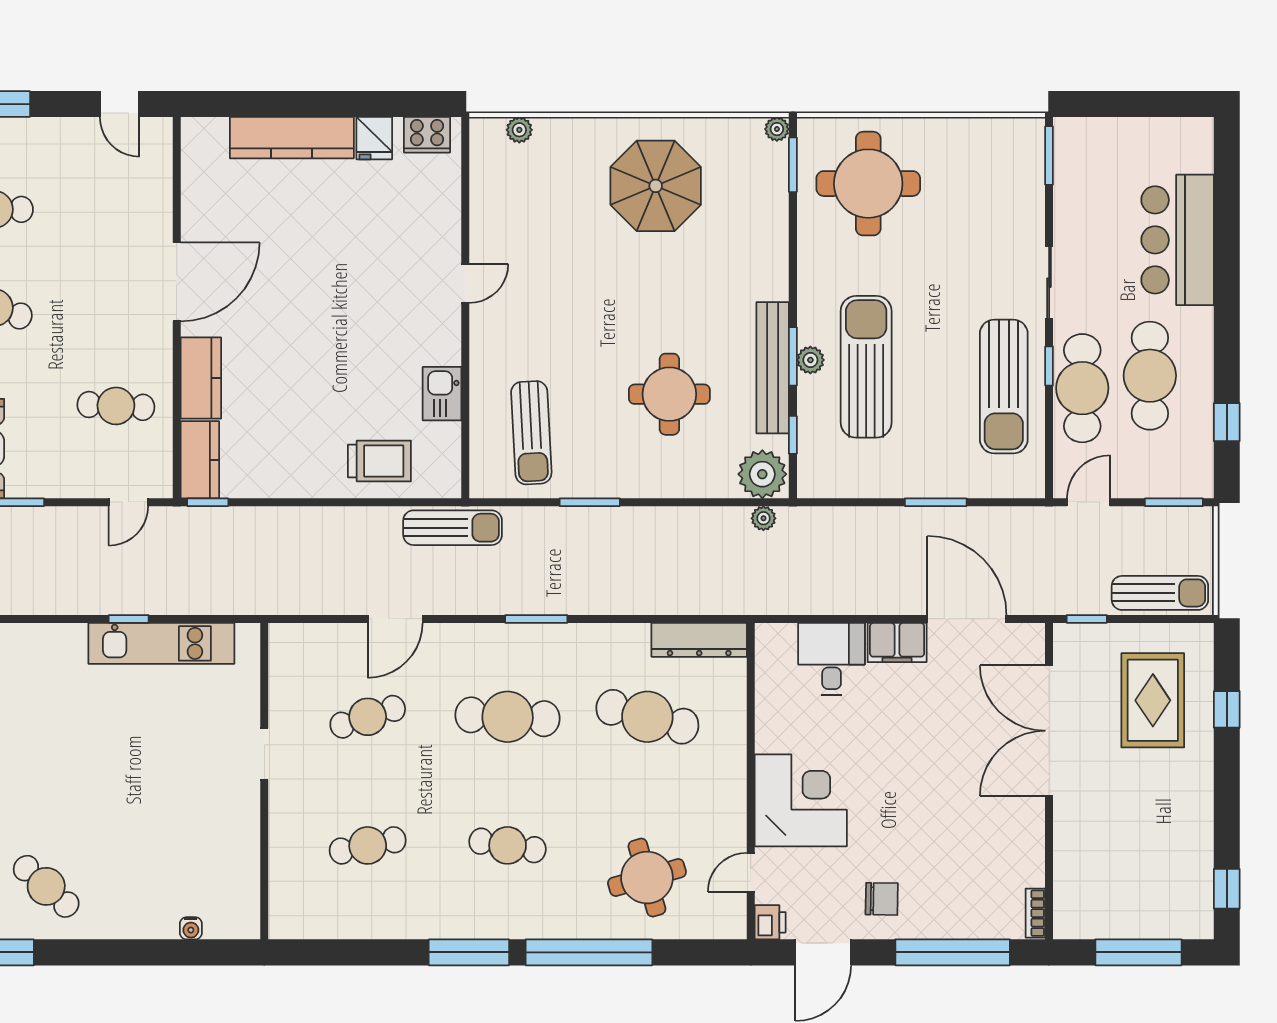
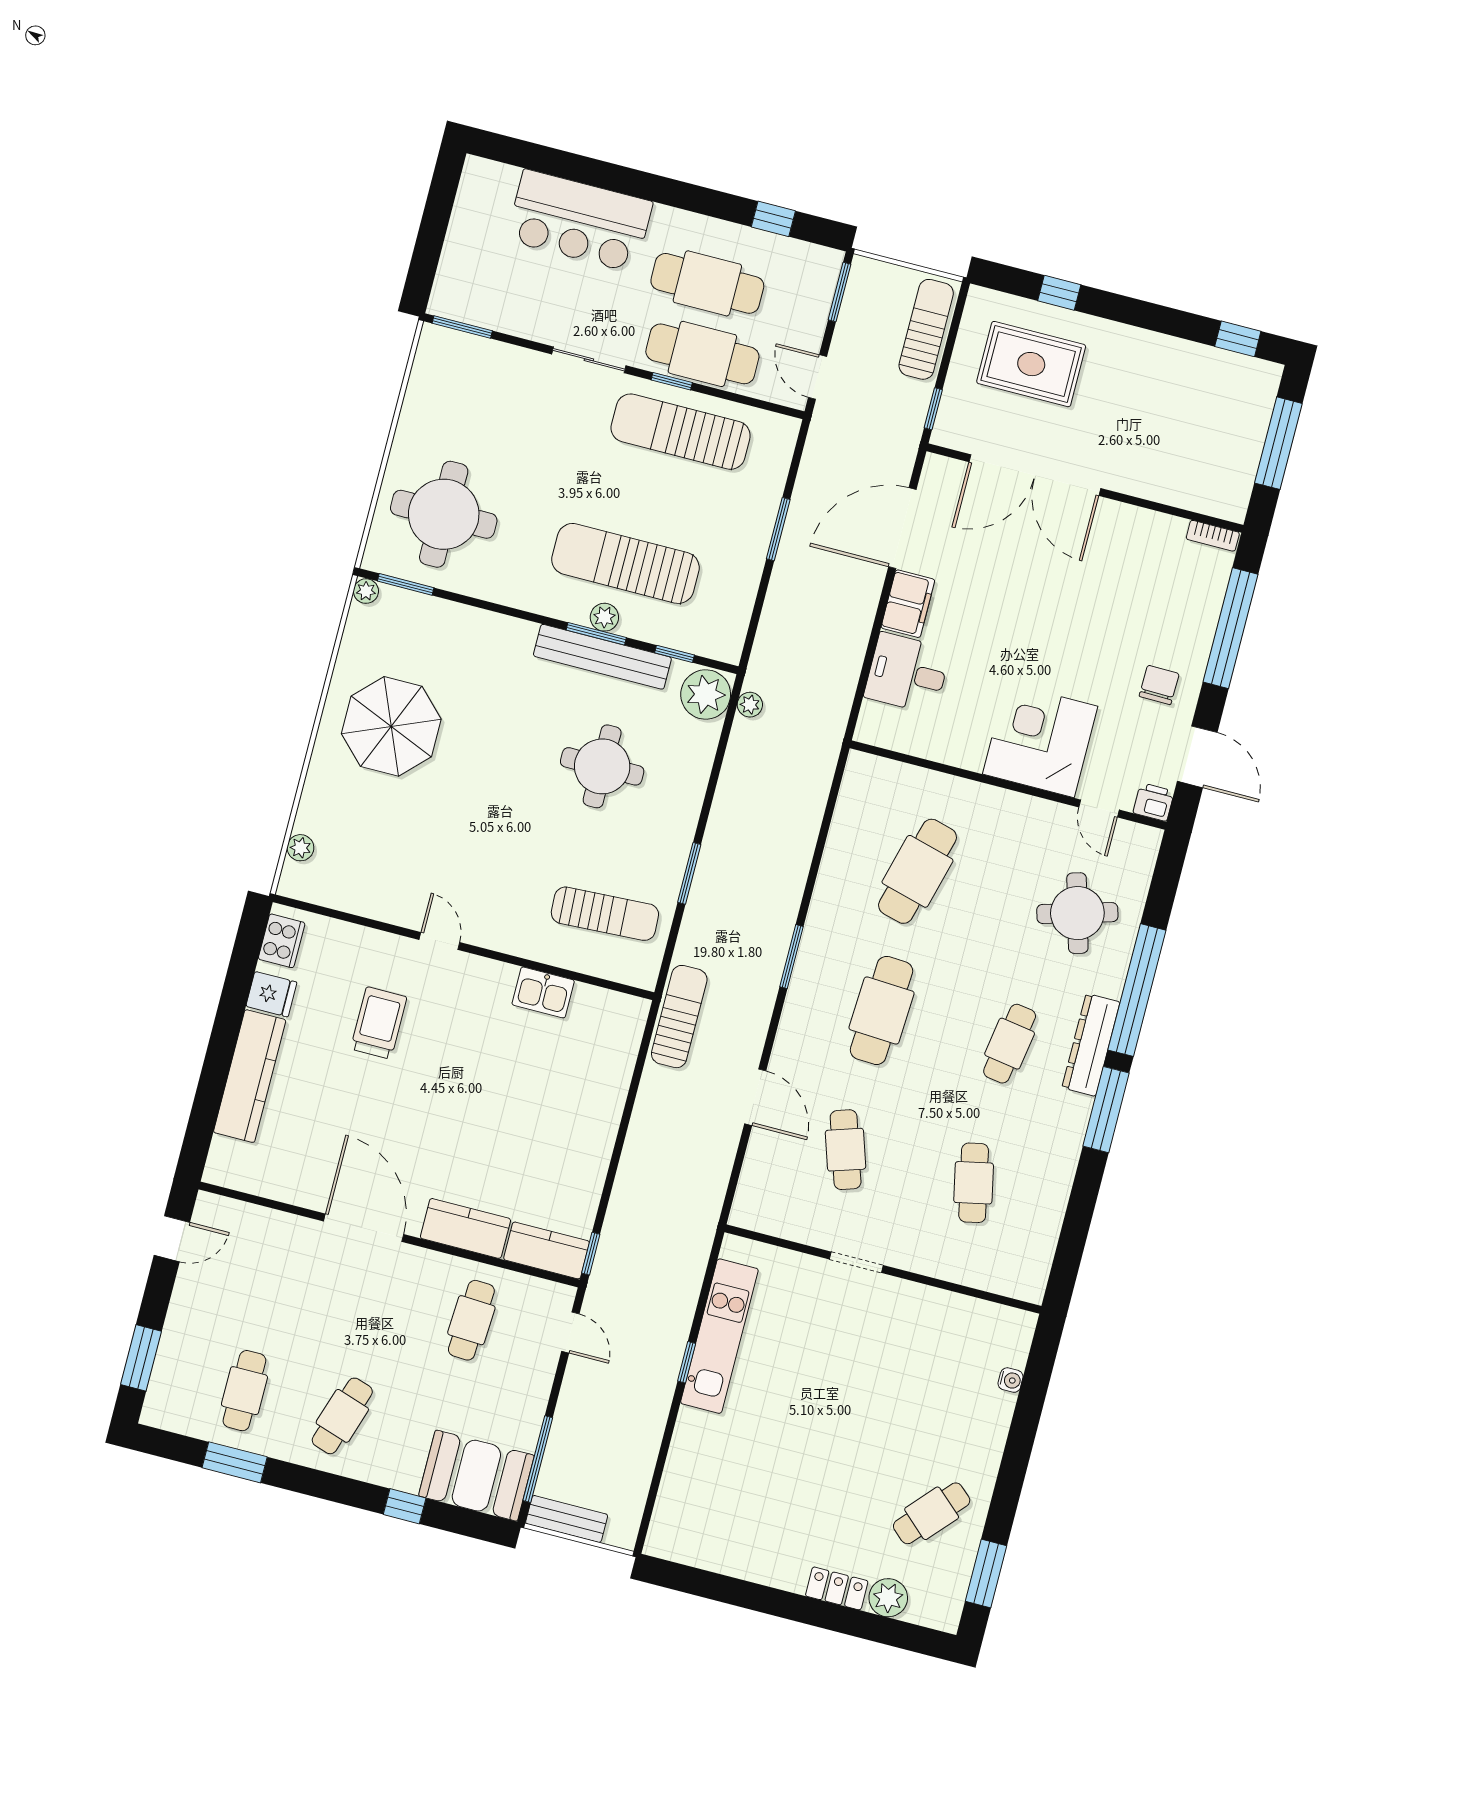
sun lounger: (1004, 387) -> (681, 432), turned 180
trolley: (379, 461) -> (379, 1023), moved
dresser: (699, 640) -> (1091, 1045), moved, turned 180

